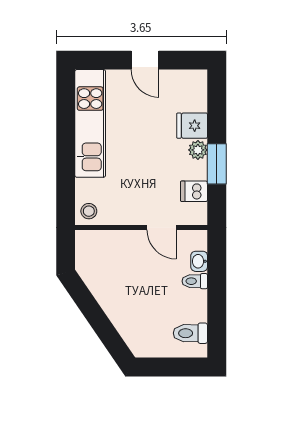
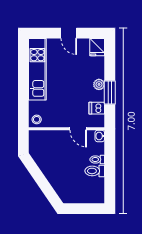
fridge: (192, 126) -> (97, 47), moved, turned -90
washbasin: (199, 261) -> (100, 136), moved
toilet: (190, 333) -> (95, 171), moved

